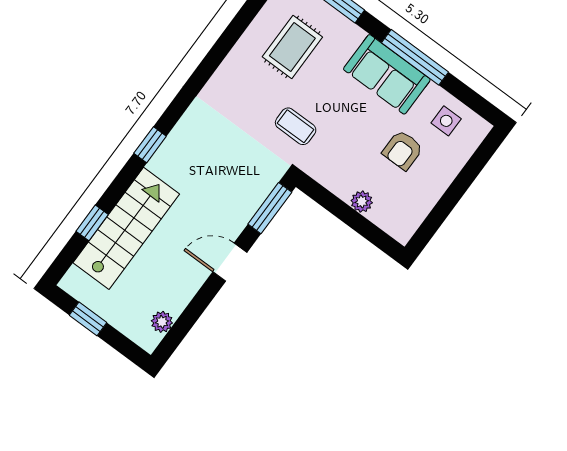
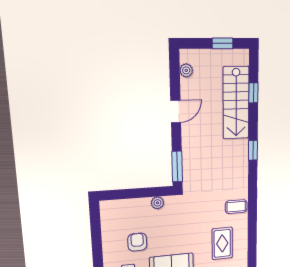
coffee table: (296, 126) -> (236, 207), moved
plant: (362, 202) -> (157, 203), moved
door: (230, 262) -> (176, 111), moved

